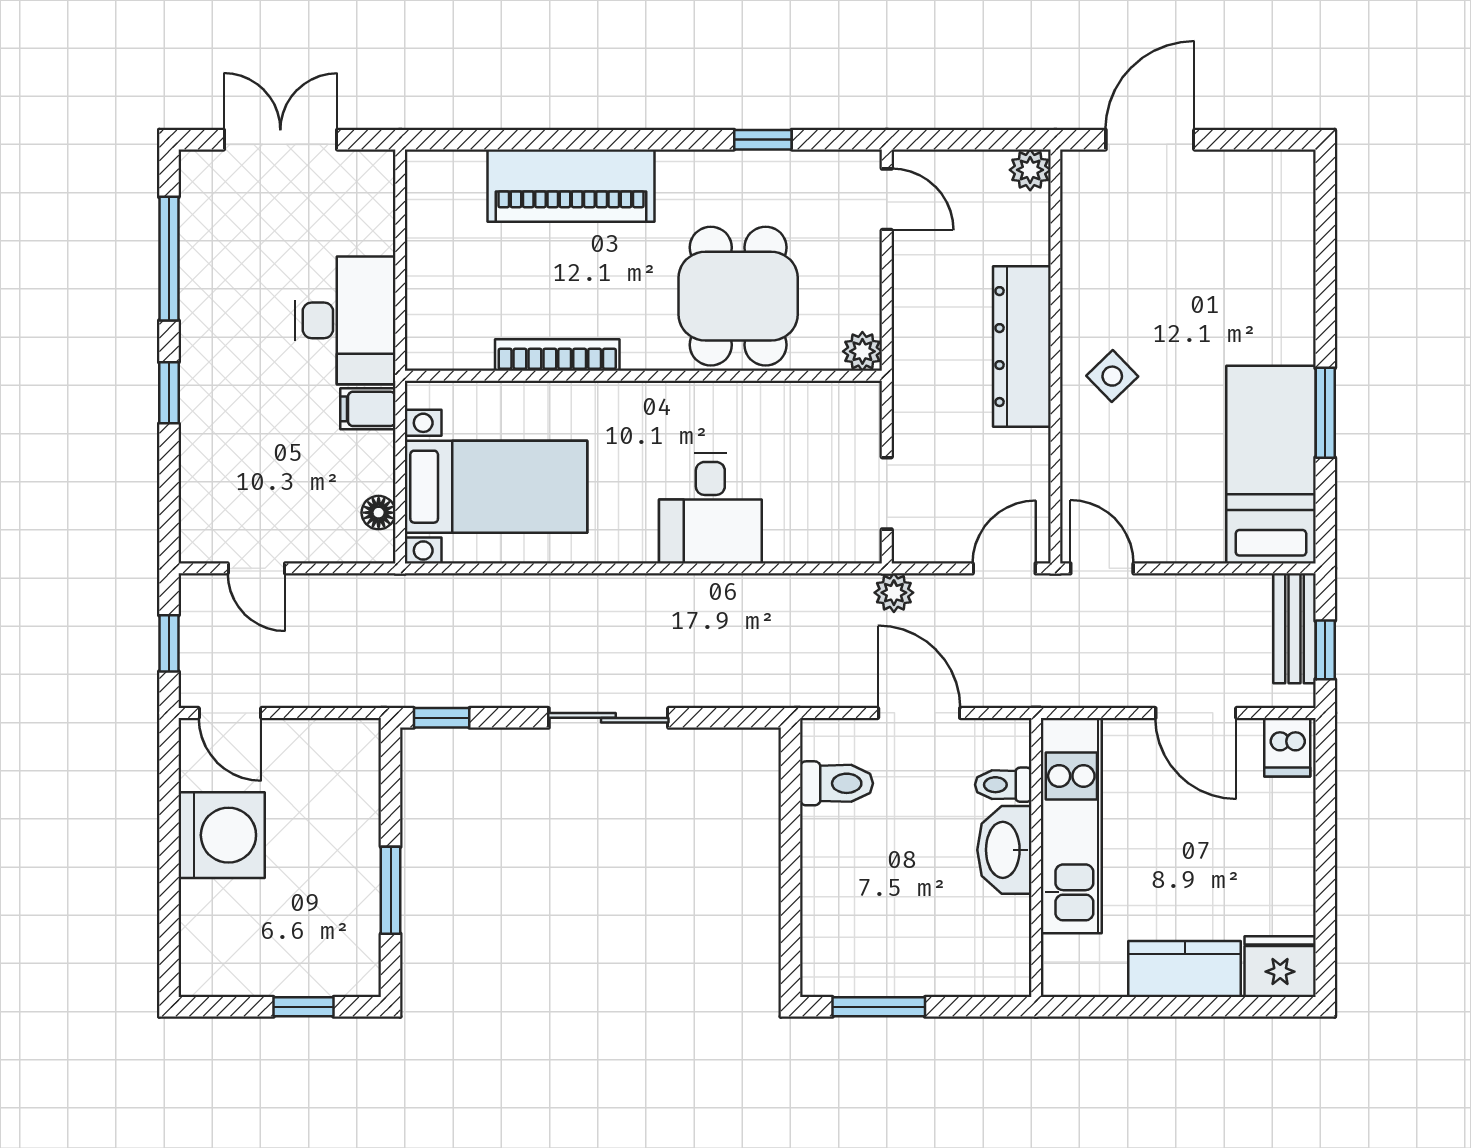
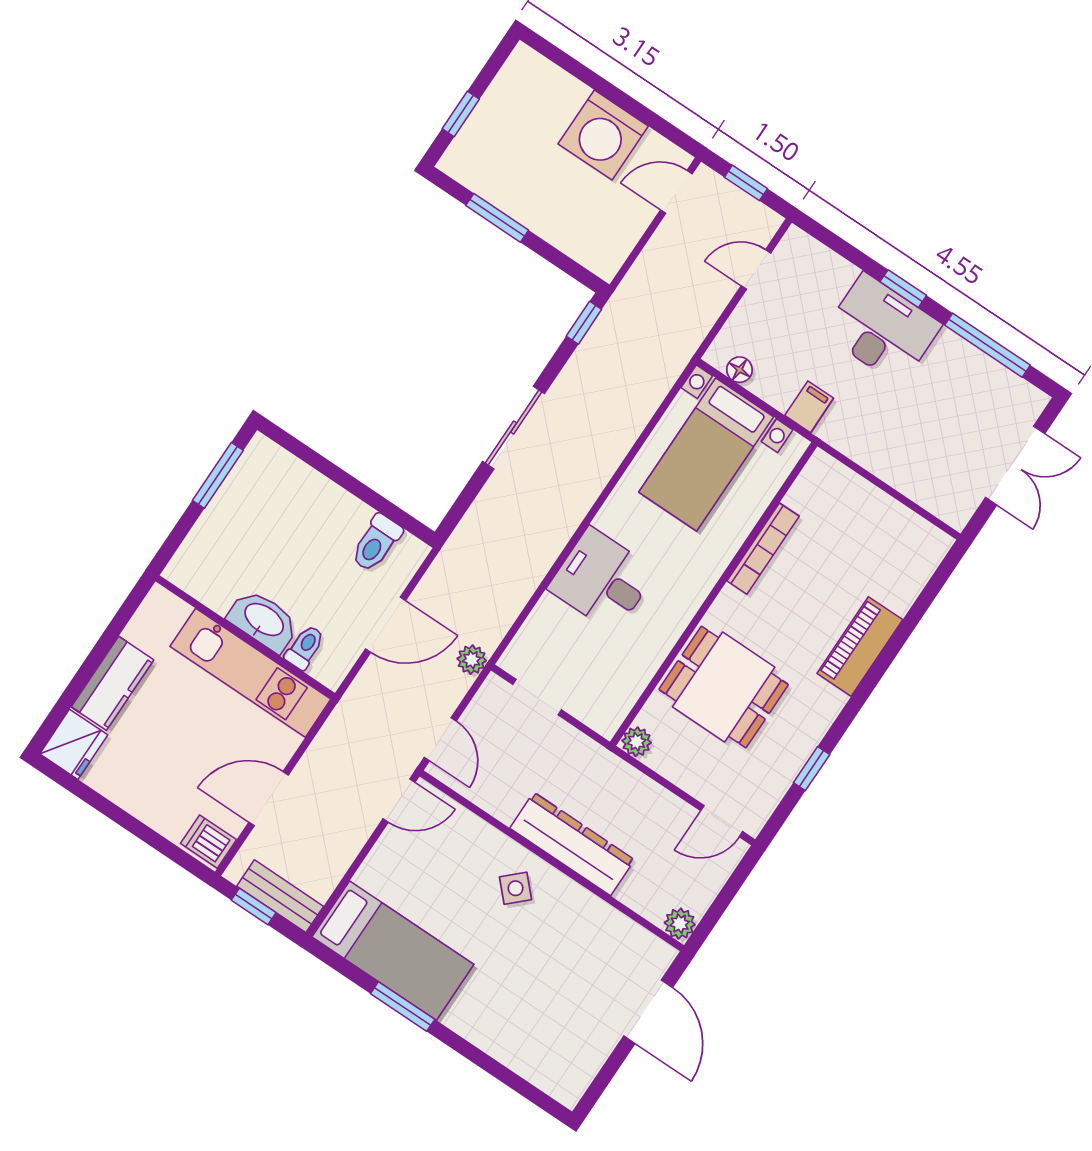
piano: (571, 186) -> (860, 647), width x0.73, depth x0.75
desk: (345, 320) -> (882, 329), moved, turned 180

